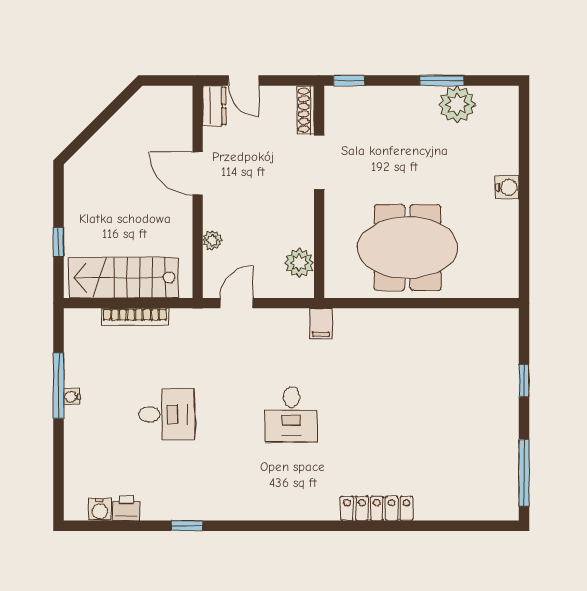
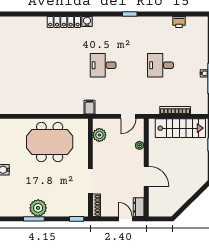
plant: (457, 104) -> (38, 208), moved
desk: (291, 414) -> (103, 65), turned -90
water cooler: (100, 510) -> (87, 21), moved
window: (187, 526) -> (130, 14), moved

